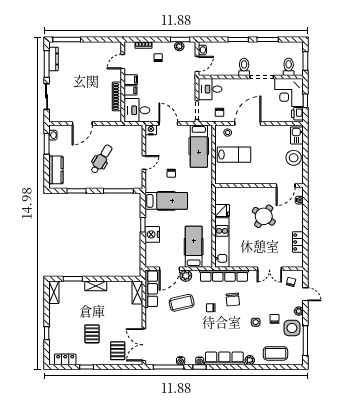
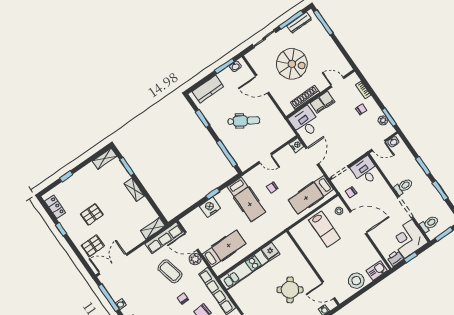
spiral stairs: (83, 88) -> (292, 64), added

